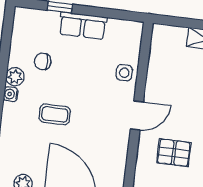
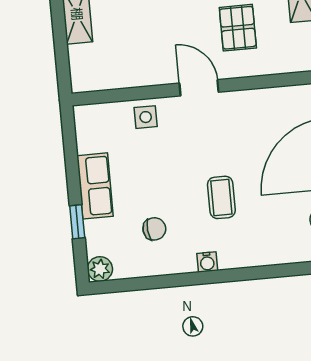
chair: (43, 61) -> (154, 229), turned -93
plant: (15, 77) -> (100, 269), moved

